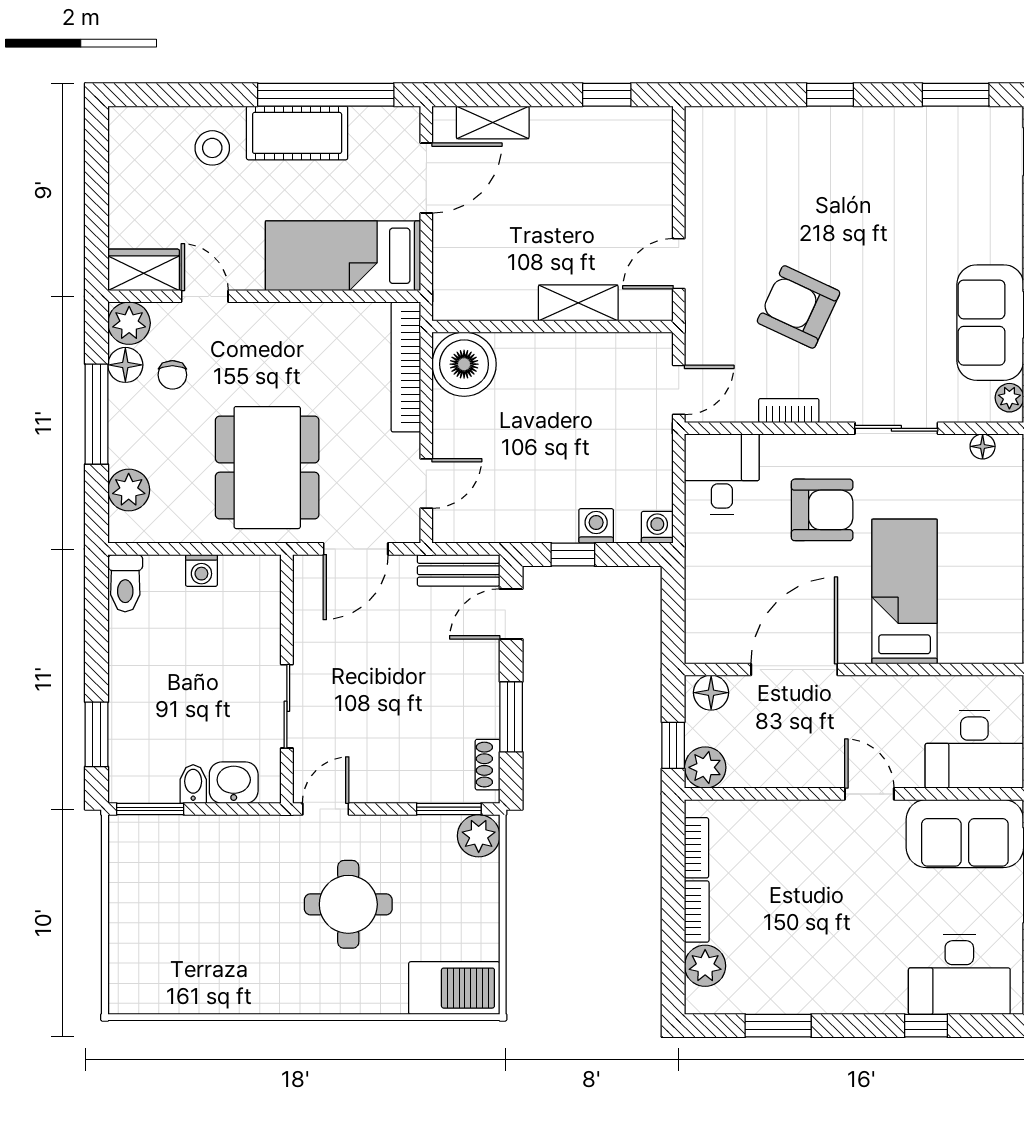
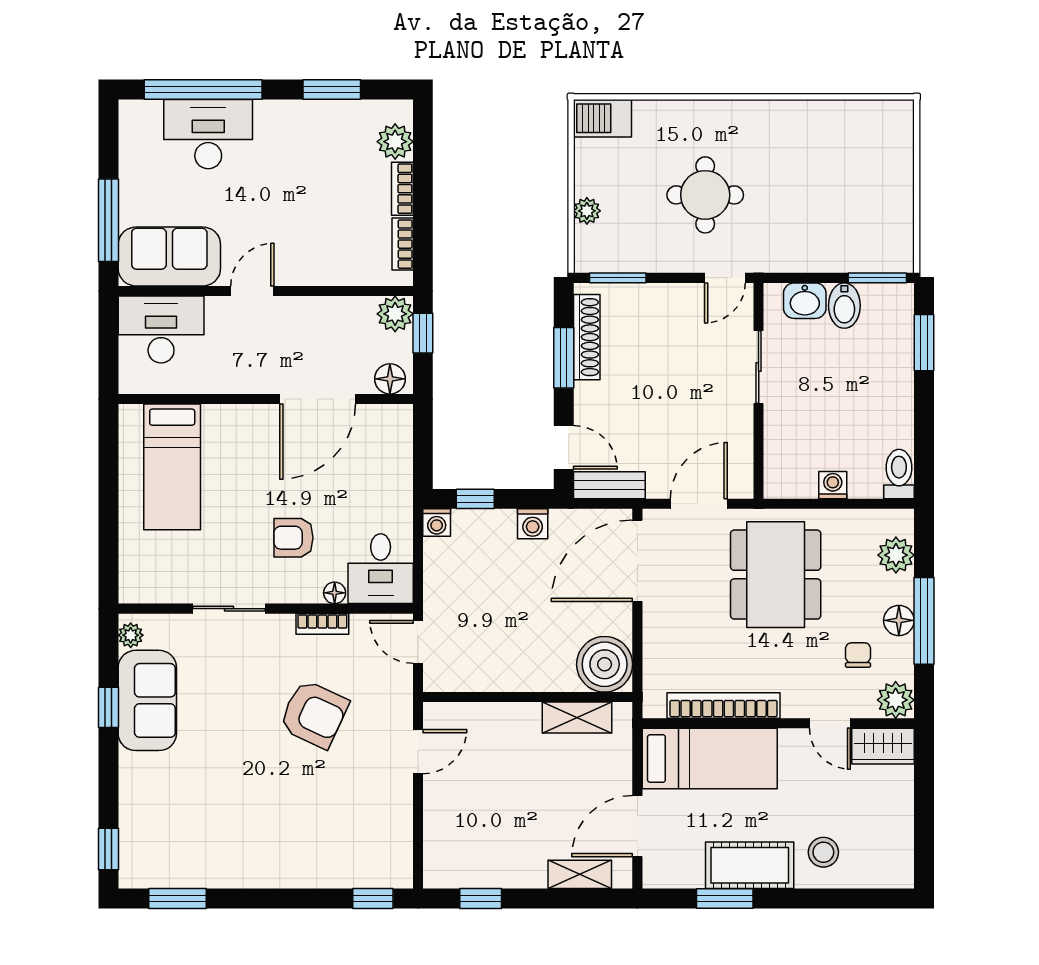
window: (326, 95) -> (725, 898), width x0.47
window: (830, 95) -> (373, 898), moved
shelving: (578, 303) -> (577, 718), moved
floor lamp: (125, 365) -> (899, 620), moved
bookcase: (406, 367) -> (724, 706), moved, turned -90
door: (679, 390) -> (418, 642), hinge flipped
floor lamp: (983, 446) -> (335, 593), moved
door: (426, 483) -> (637, 561), width x1.87
armchair: (822, 510) -> (293, 538), width x0.72, depth x0.72
washing machine: (596, 526) -> (533, 524), moved
window: (573, 555) -> (475, 499), moved
bed: (905, 591) -> (172, 467), moved
door: (511, 614) -> (564, 447), hinge flipped
shoe rack: (488, 765) -> (587, 337), width x1.94, depth x1.24
bidet: (193, 784) -> (844, 306), width x1.38, depth x1.36
door: (869, 794) -> (252, 291), swing flipped
plant: (479, 836) -> (587, 211), moved, width x0.73, depth x0.73
desk: (959, 974) -> (208, 134), moved
barbecue: (454, 988) -> (602, 118), width x0.73, depth x0.83
window: (926, 1026) -> (203, 90), width x3.17

